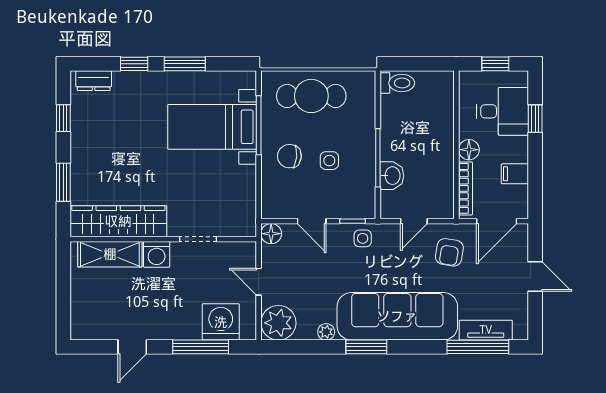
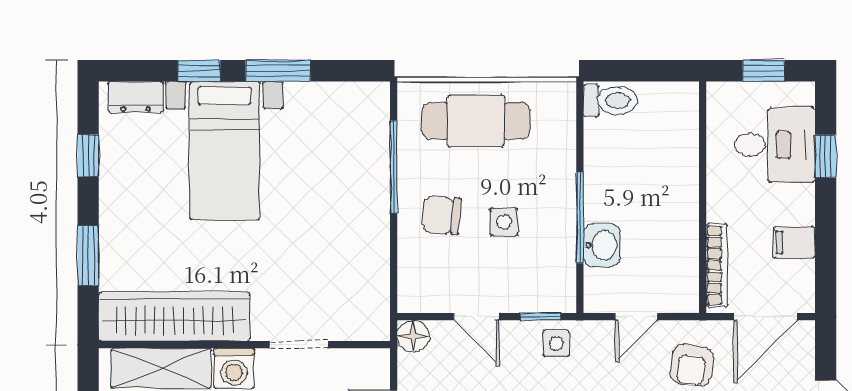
bed with nightstands: (212, 127) -> (224, 151), moved, turned -90
floor lamp: (469, 150) -> (722, 205), removed

